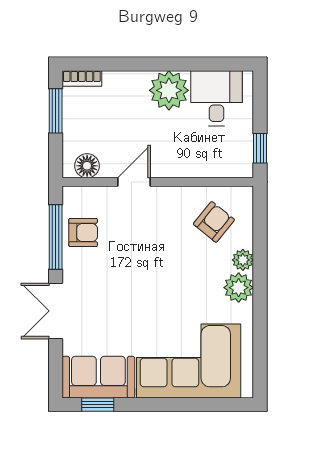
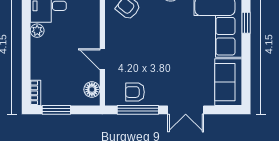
plant: (169, 90) -> (37, 31), width x0.53, depth x0.53
armchair: (83, 233) -> (135, 92), turned -90
window: (98, 405) -> (246, 23), moved

